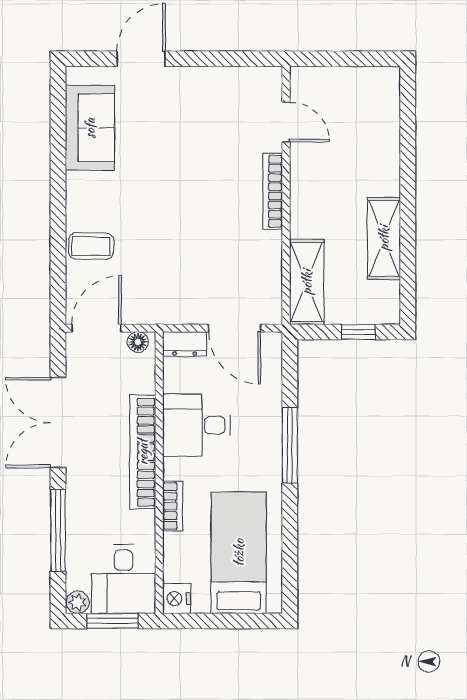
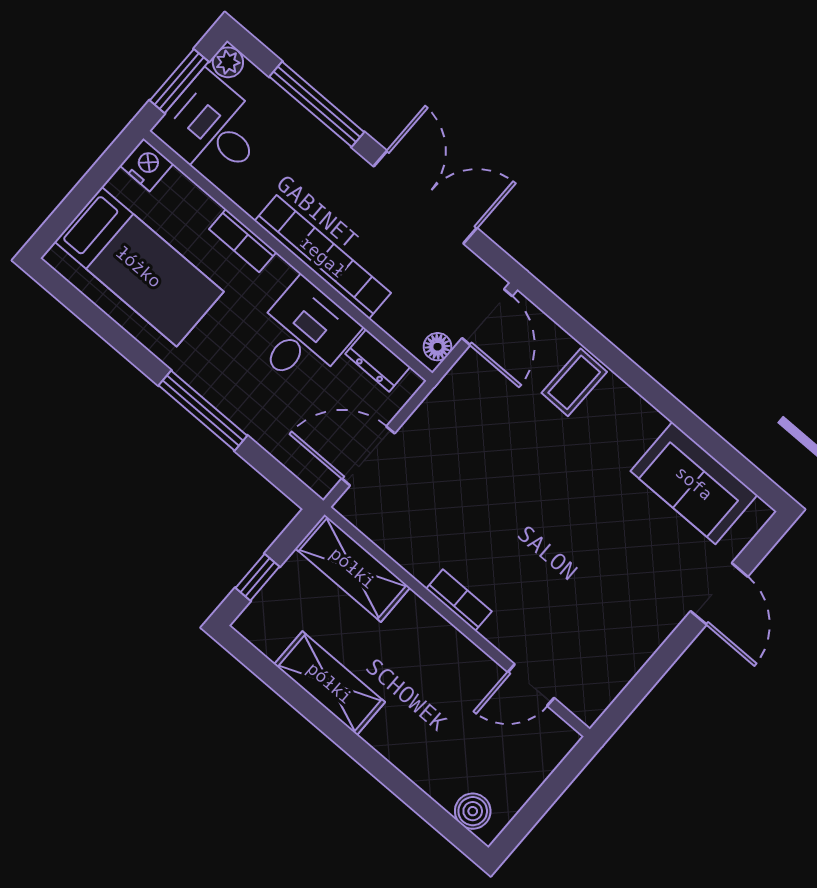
boiler: (387, 93) -> (473, 811), added
bookcase: (273, 191) -> (459, 600), width x0.64
dresser: (185, 344) -> (378, 360), moved, turned -90

